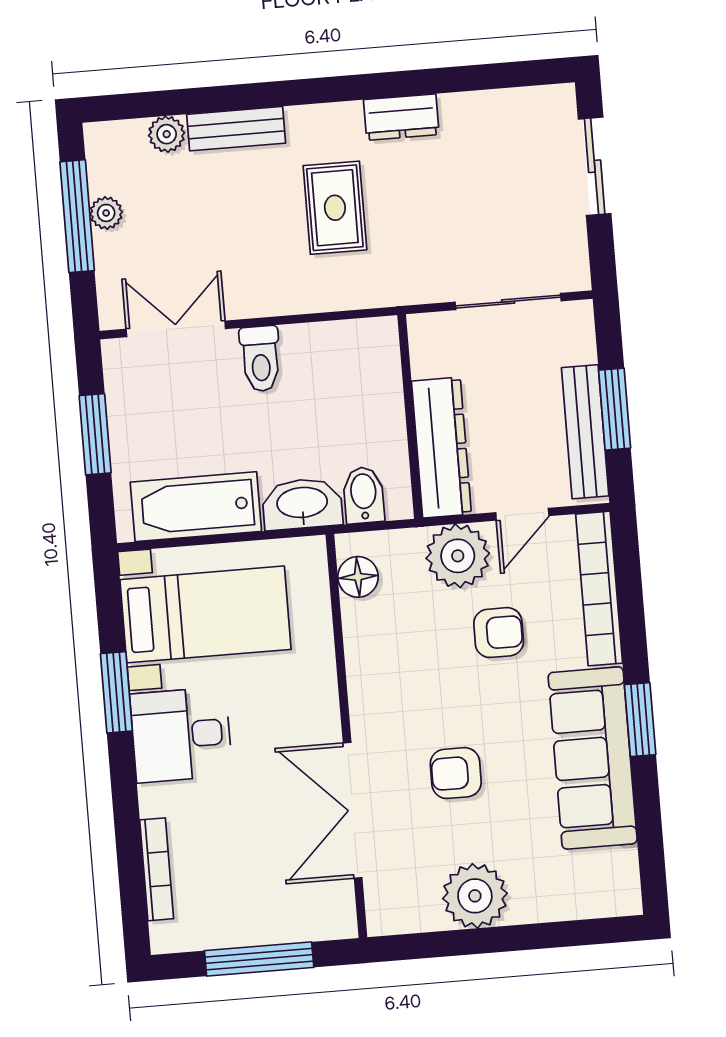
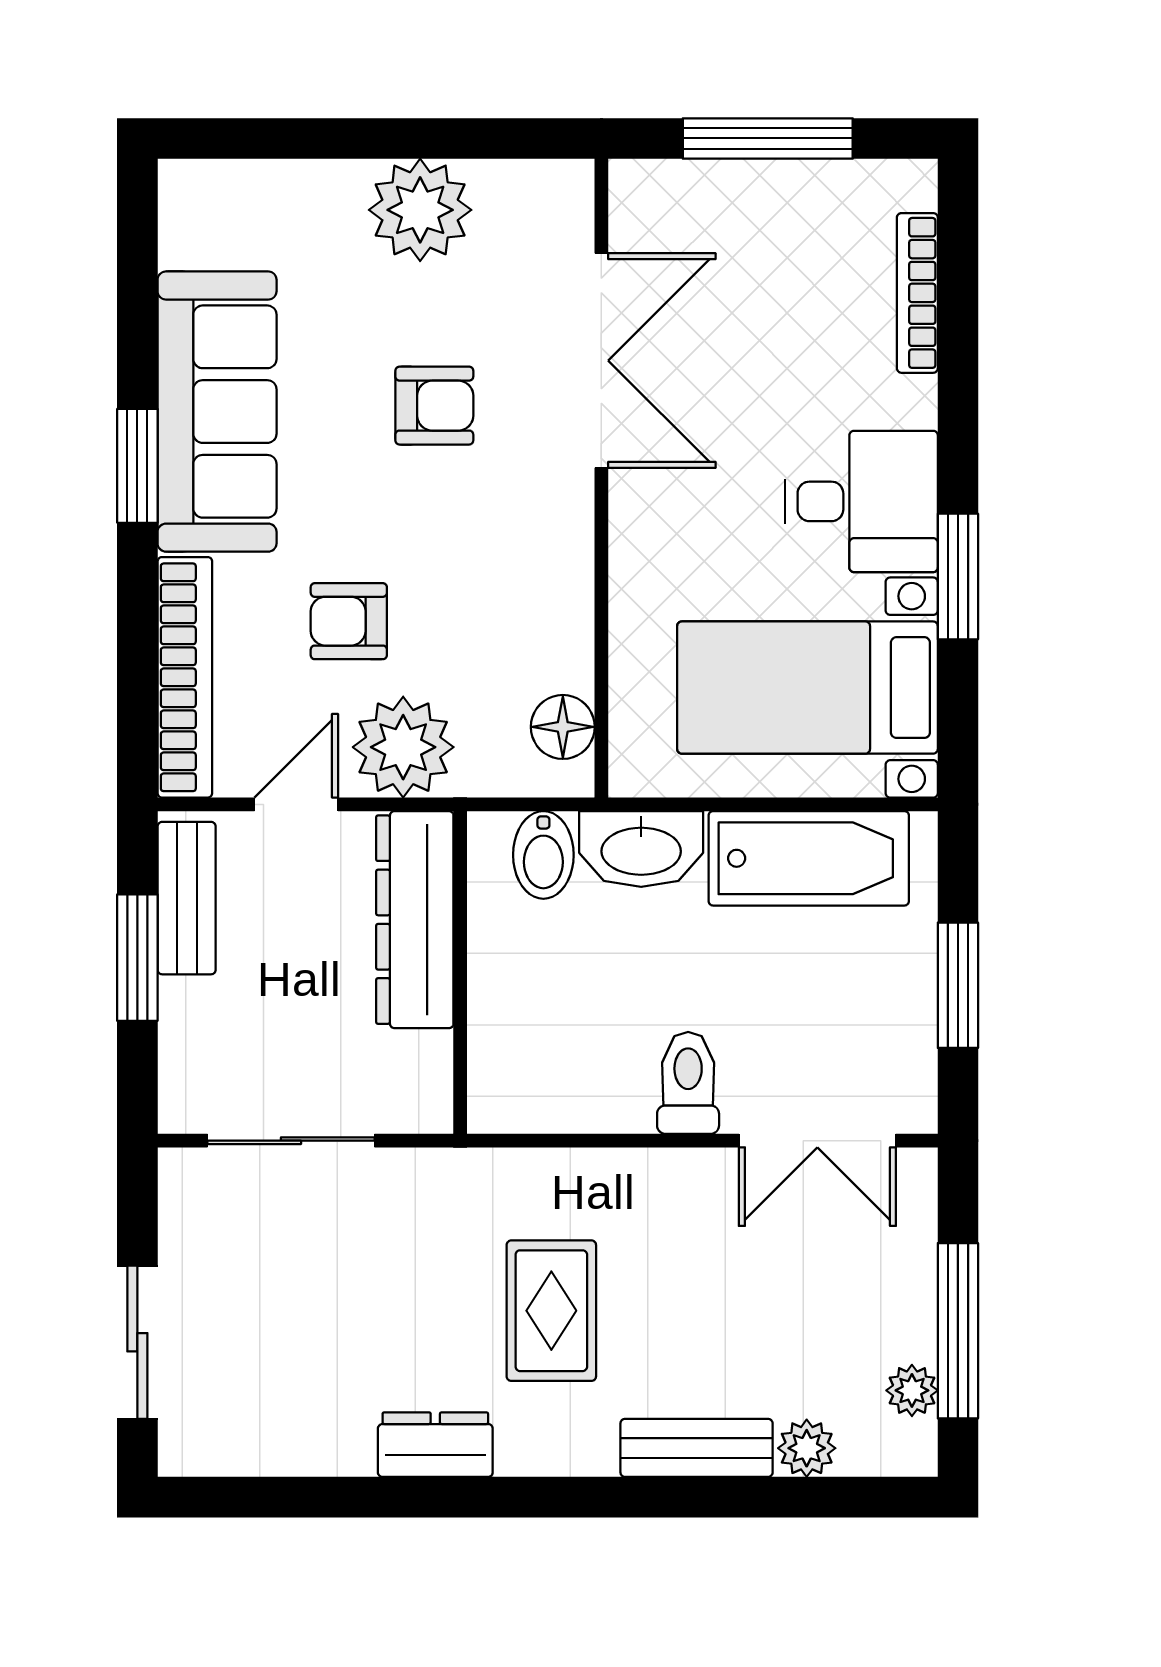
plant: (106, 213) -> (912, 1390), moved
bench: (585, 432) -> (187, 898), width x0.73

